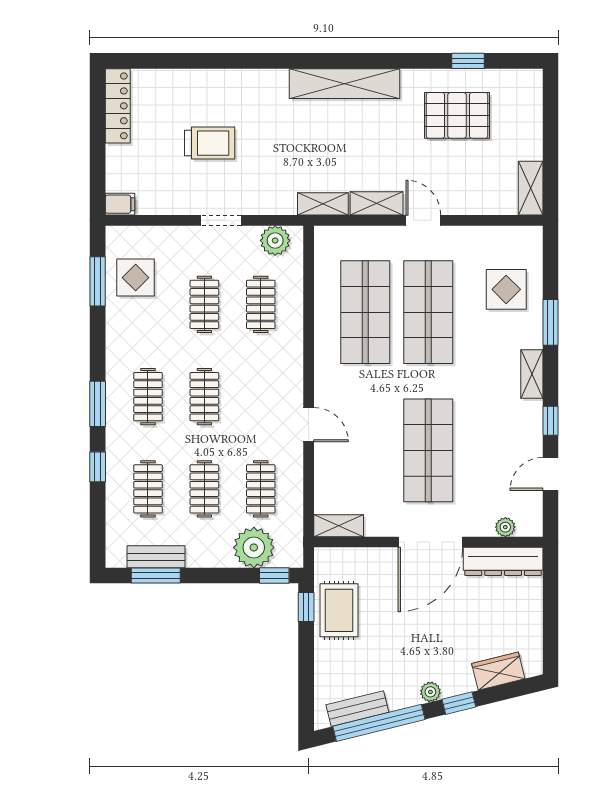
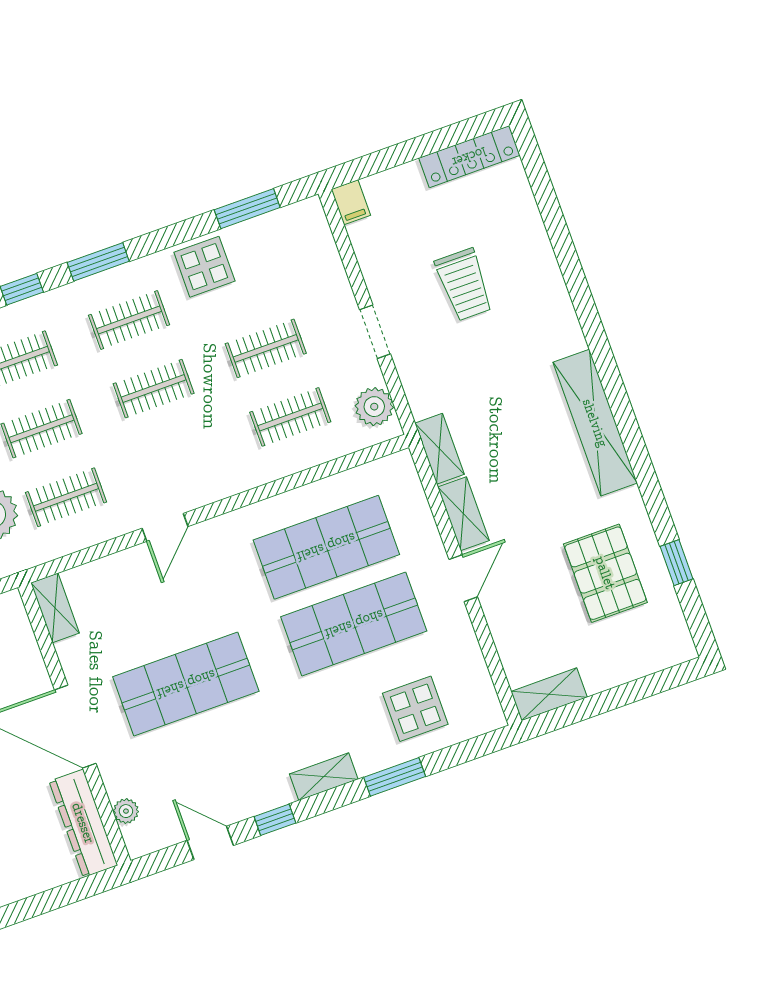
display table: (136, 278) -> (204, 267), moved

